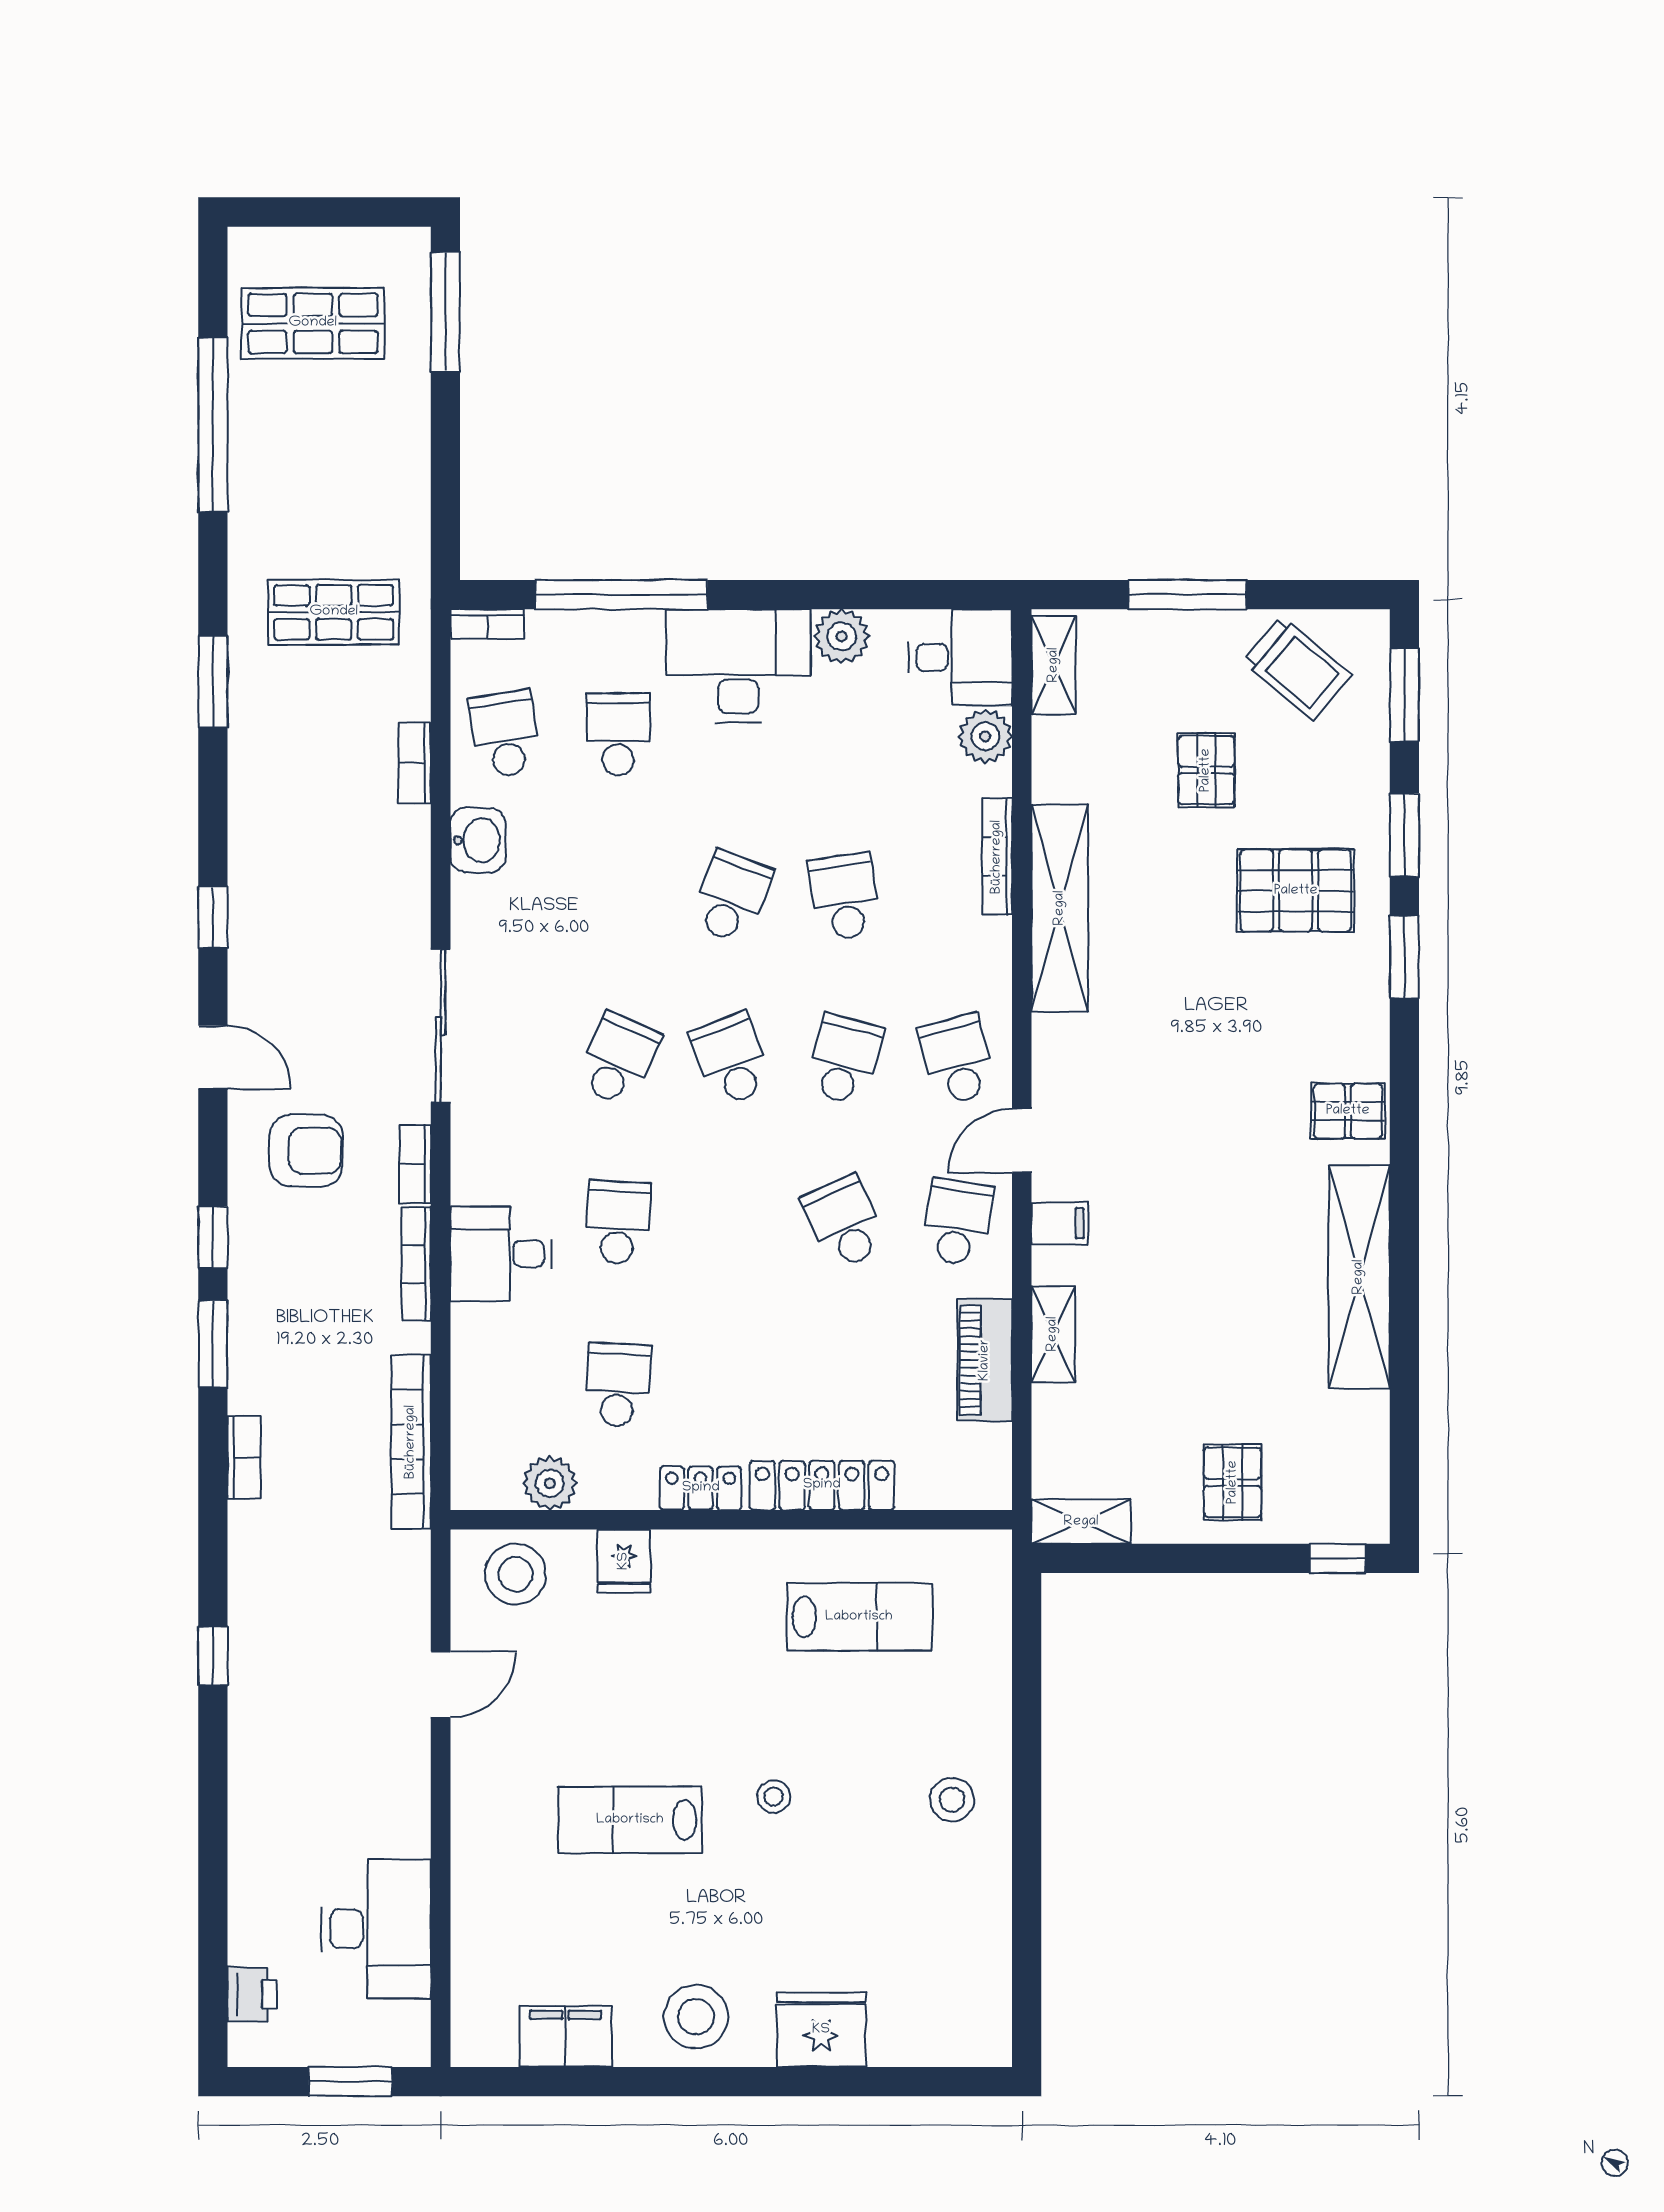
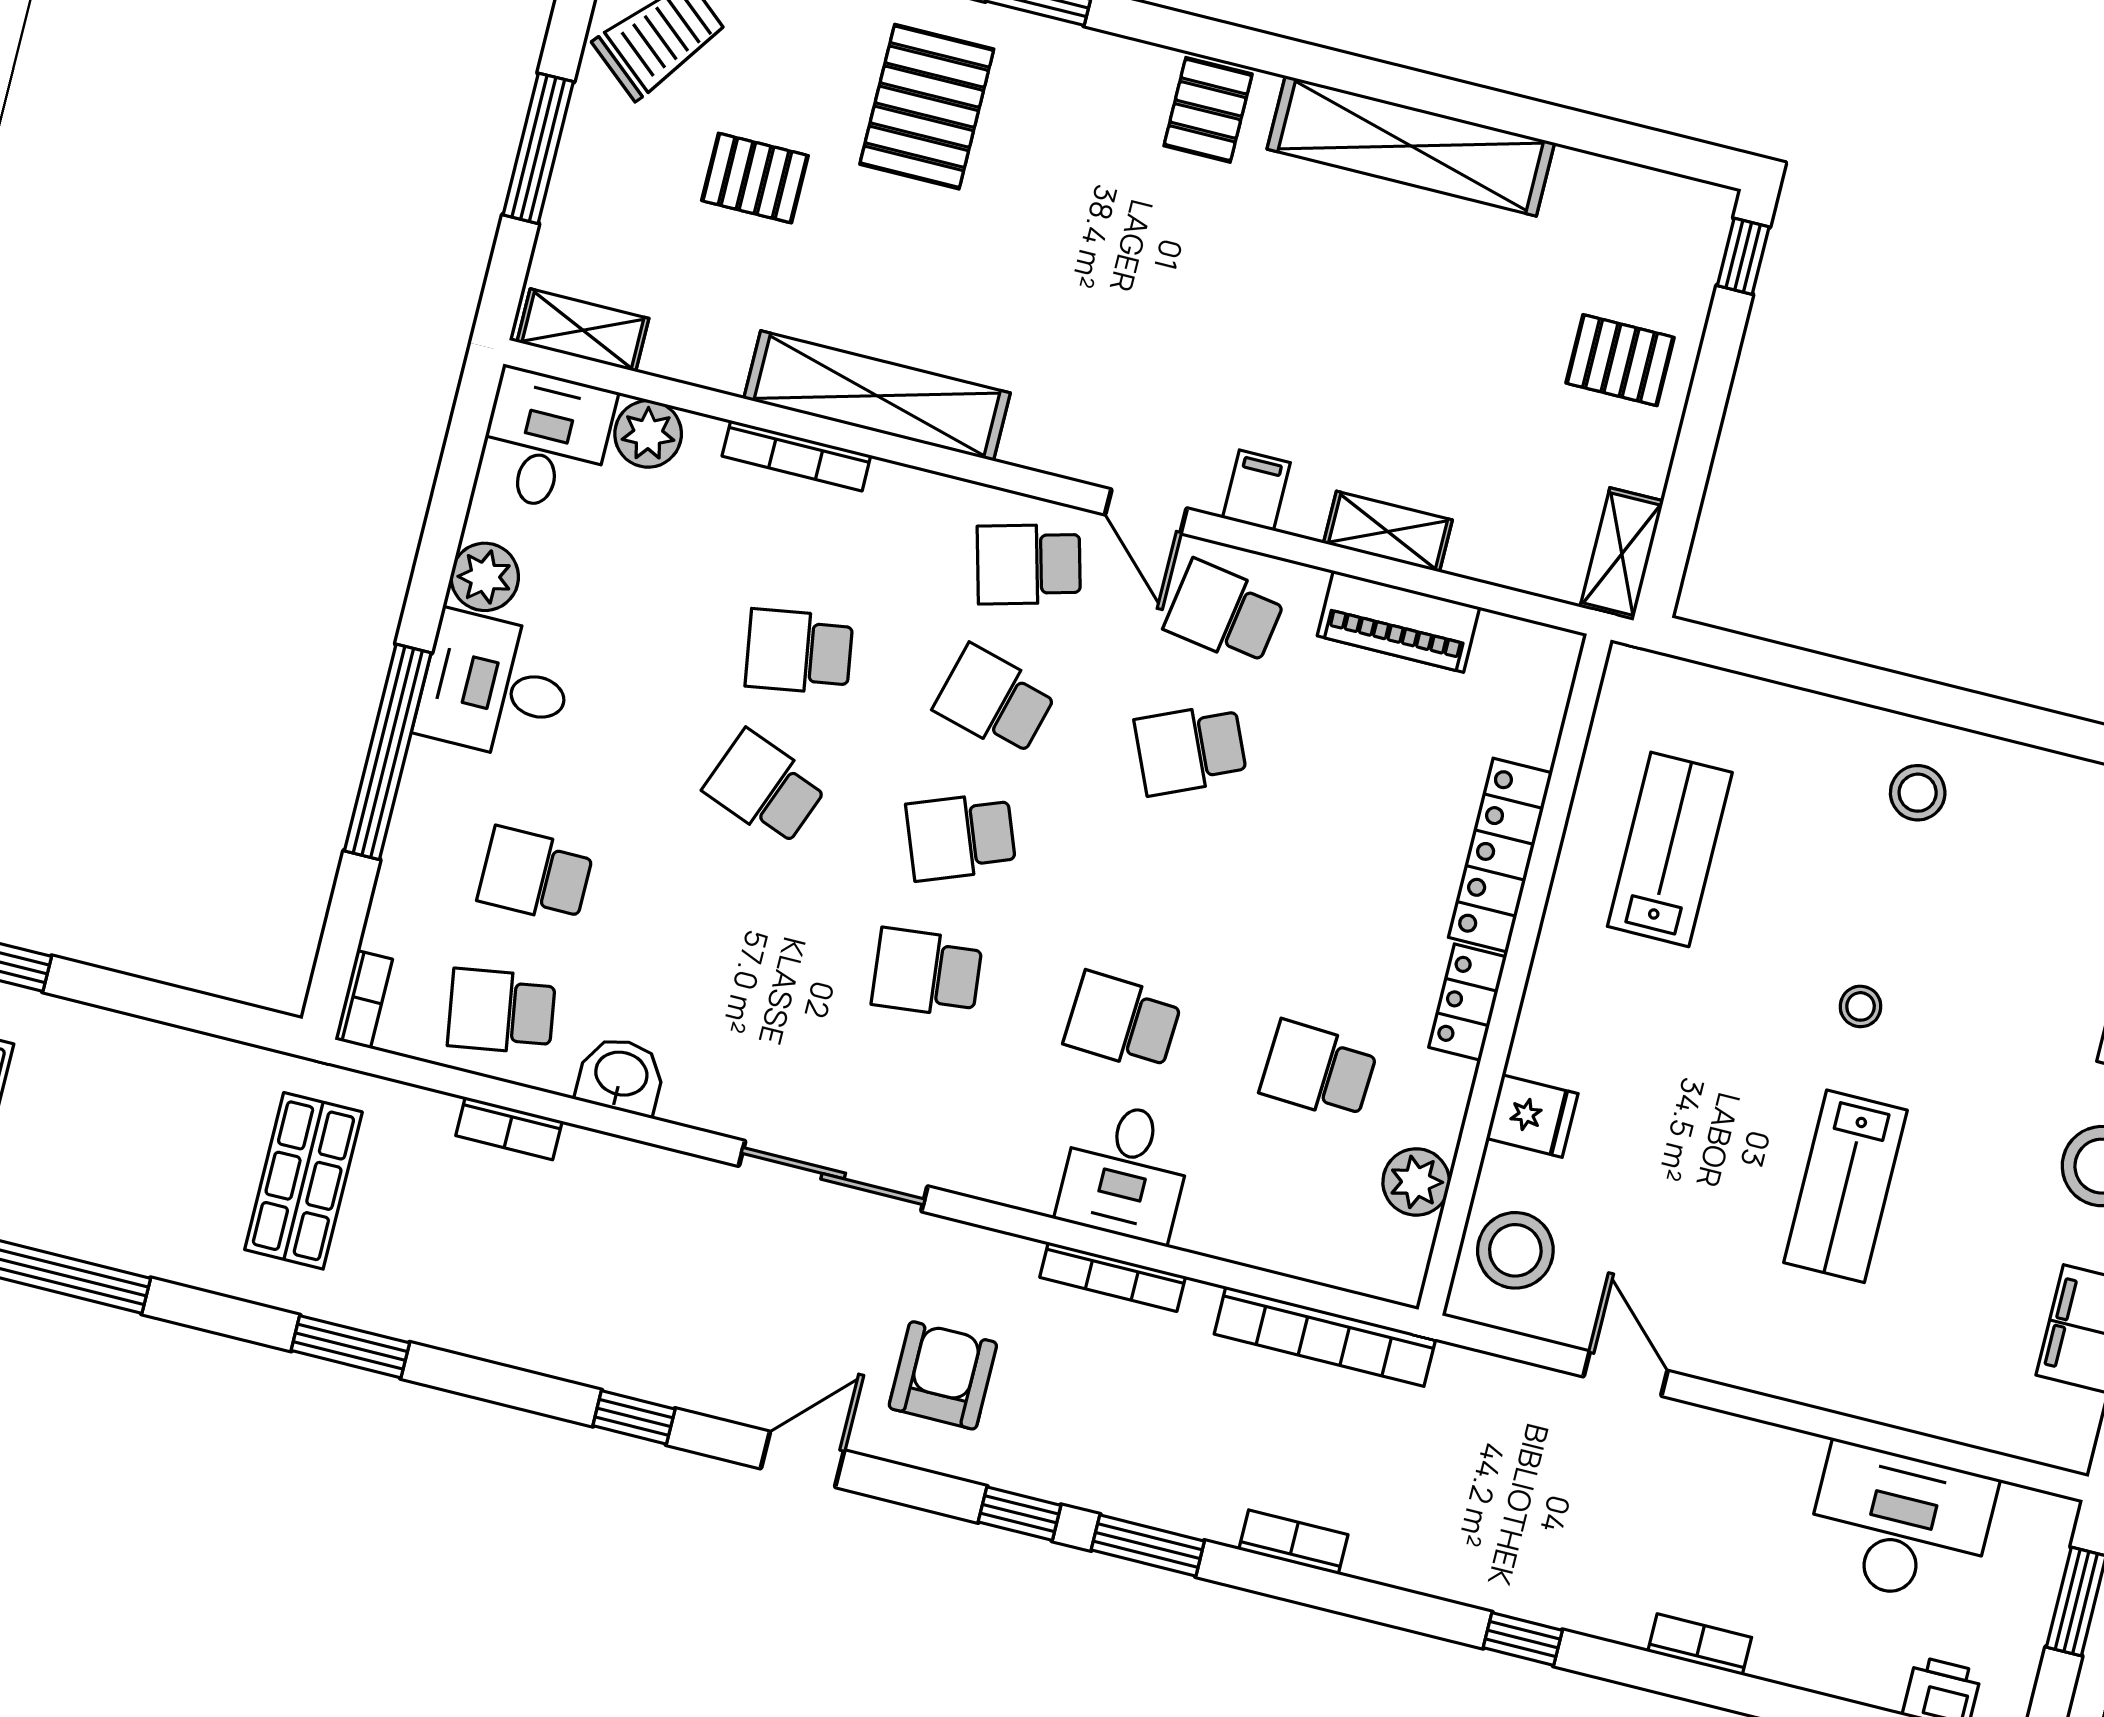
window: (621, 595) -> (388, 752), moved
desk: (738, 666) -> (495, 686), width x0.73
school desk: (618, 1060) -> (927, 973), turned -30
bookcase: (415, 1164) -> (1700, 1644), moved, turned 180

